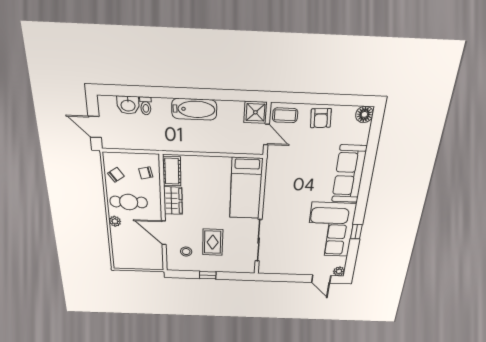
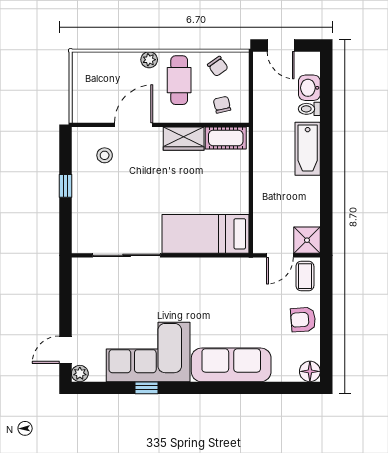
bathtub: (194, 109) -> (308, 149), moved
door: (95, 127) -> (281, 45), swing flipped
rug: (213, 242) -> (121, 192), removed

